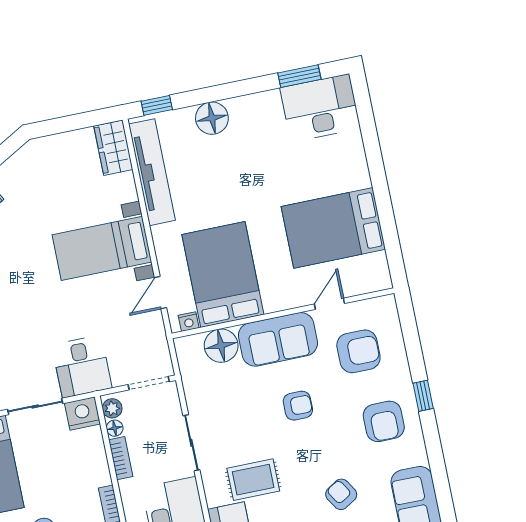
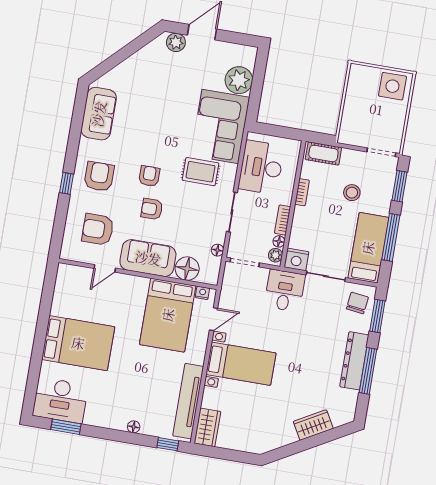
floor lamp: (212, 118) -> (134, 427), width x0.53, depth x0.53
bed: (333, 228) -> (78, 343), moved
floor lamp: (191, 385) -> (217, 250), added
armchair: (341, 494) -> (149, 176), moved, turned -148

